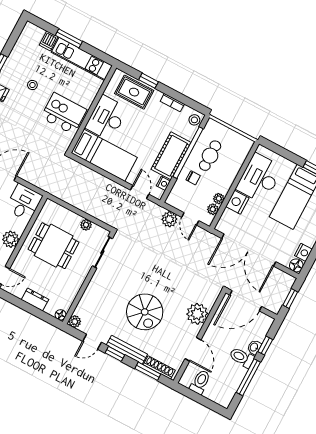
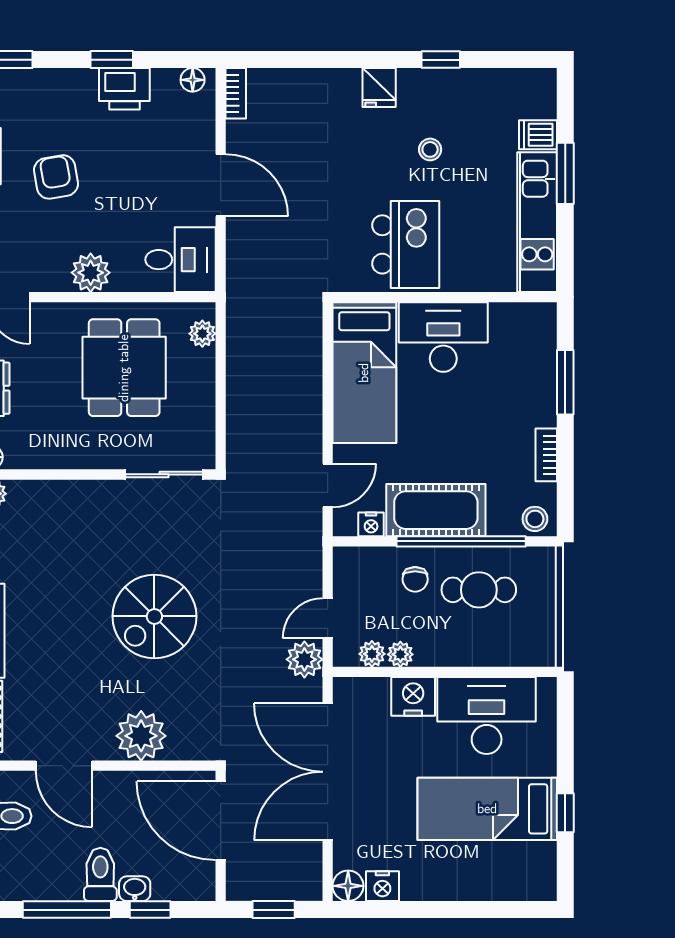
window: (148, 81) -> (565, 382), width x1.50
rug: (134, 92) -> (526, 365), removed
plant: (169, 219) -> (304, 659), moved
plant: (86, 225) -> (202, 334), moved
spiral stairs: (145, 312) -> (154, 616), moved
door: (193, 349) -> (64, 766), hinge flipped

